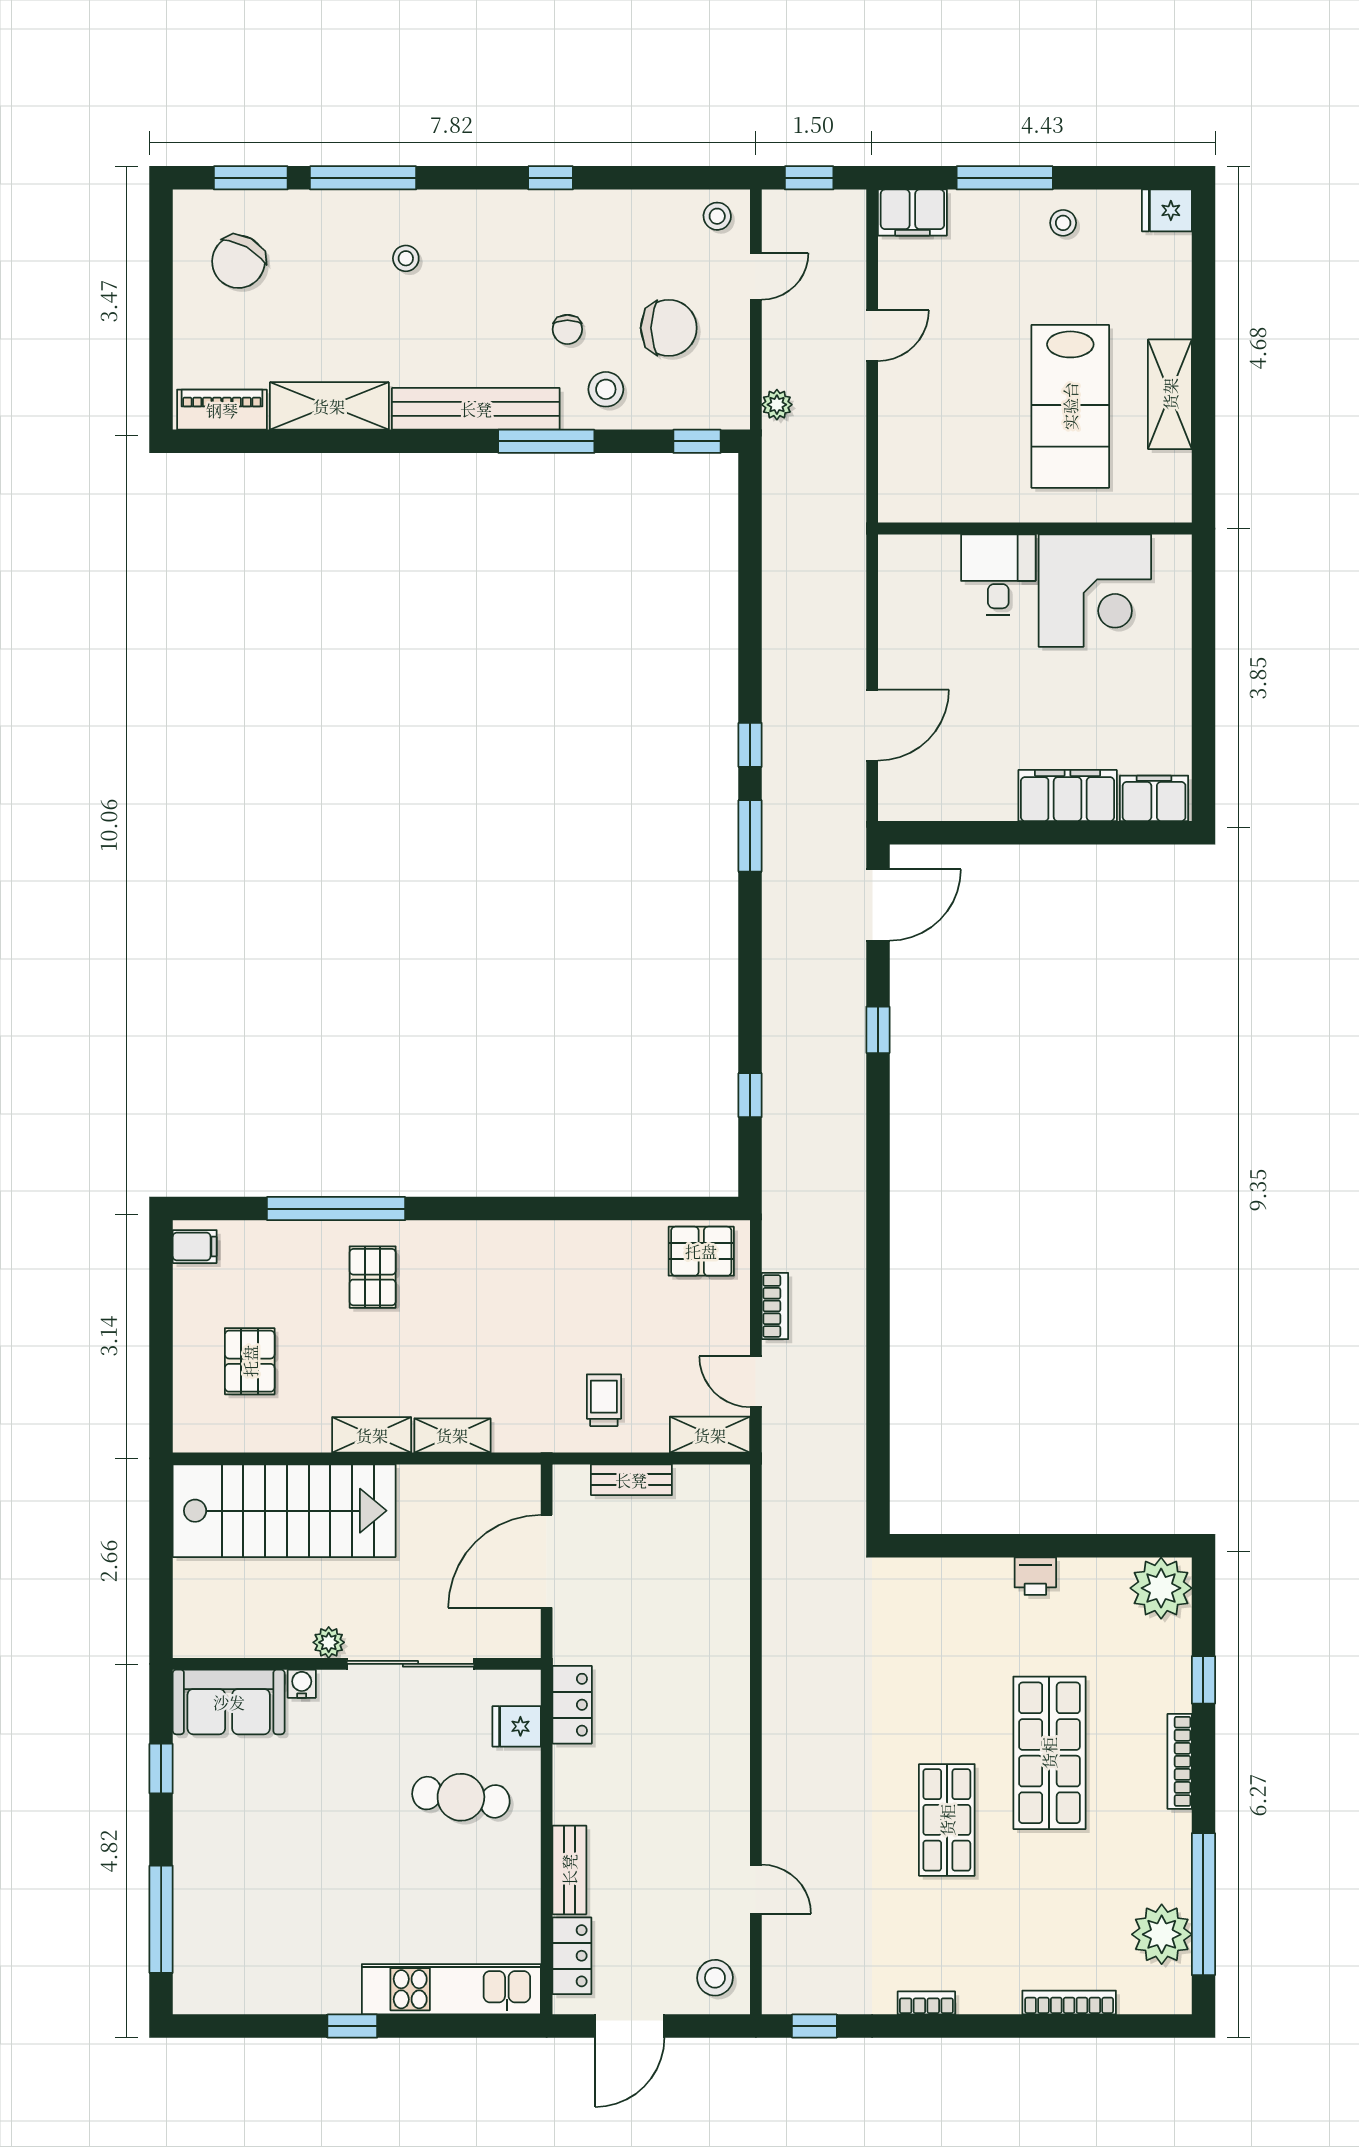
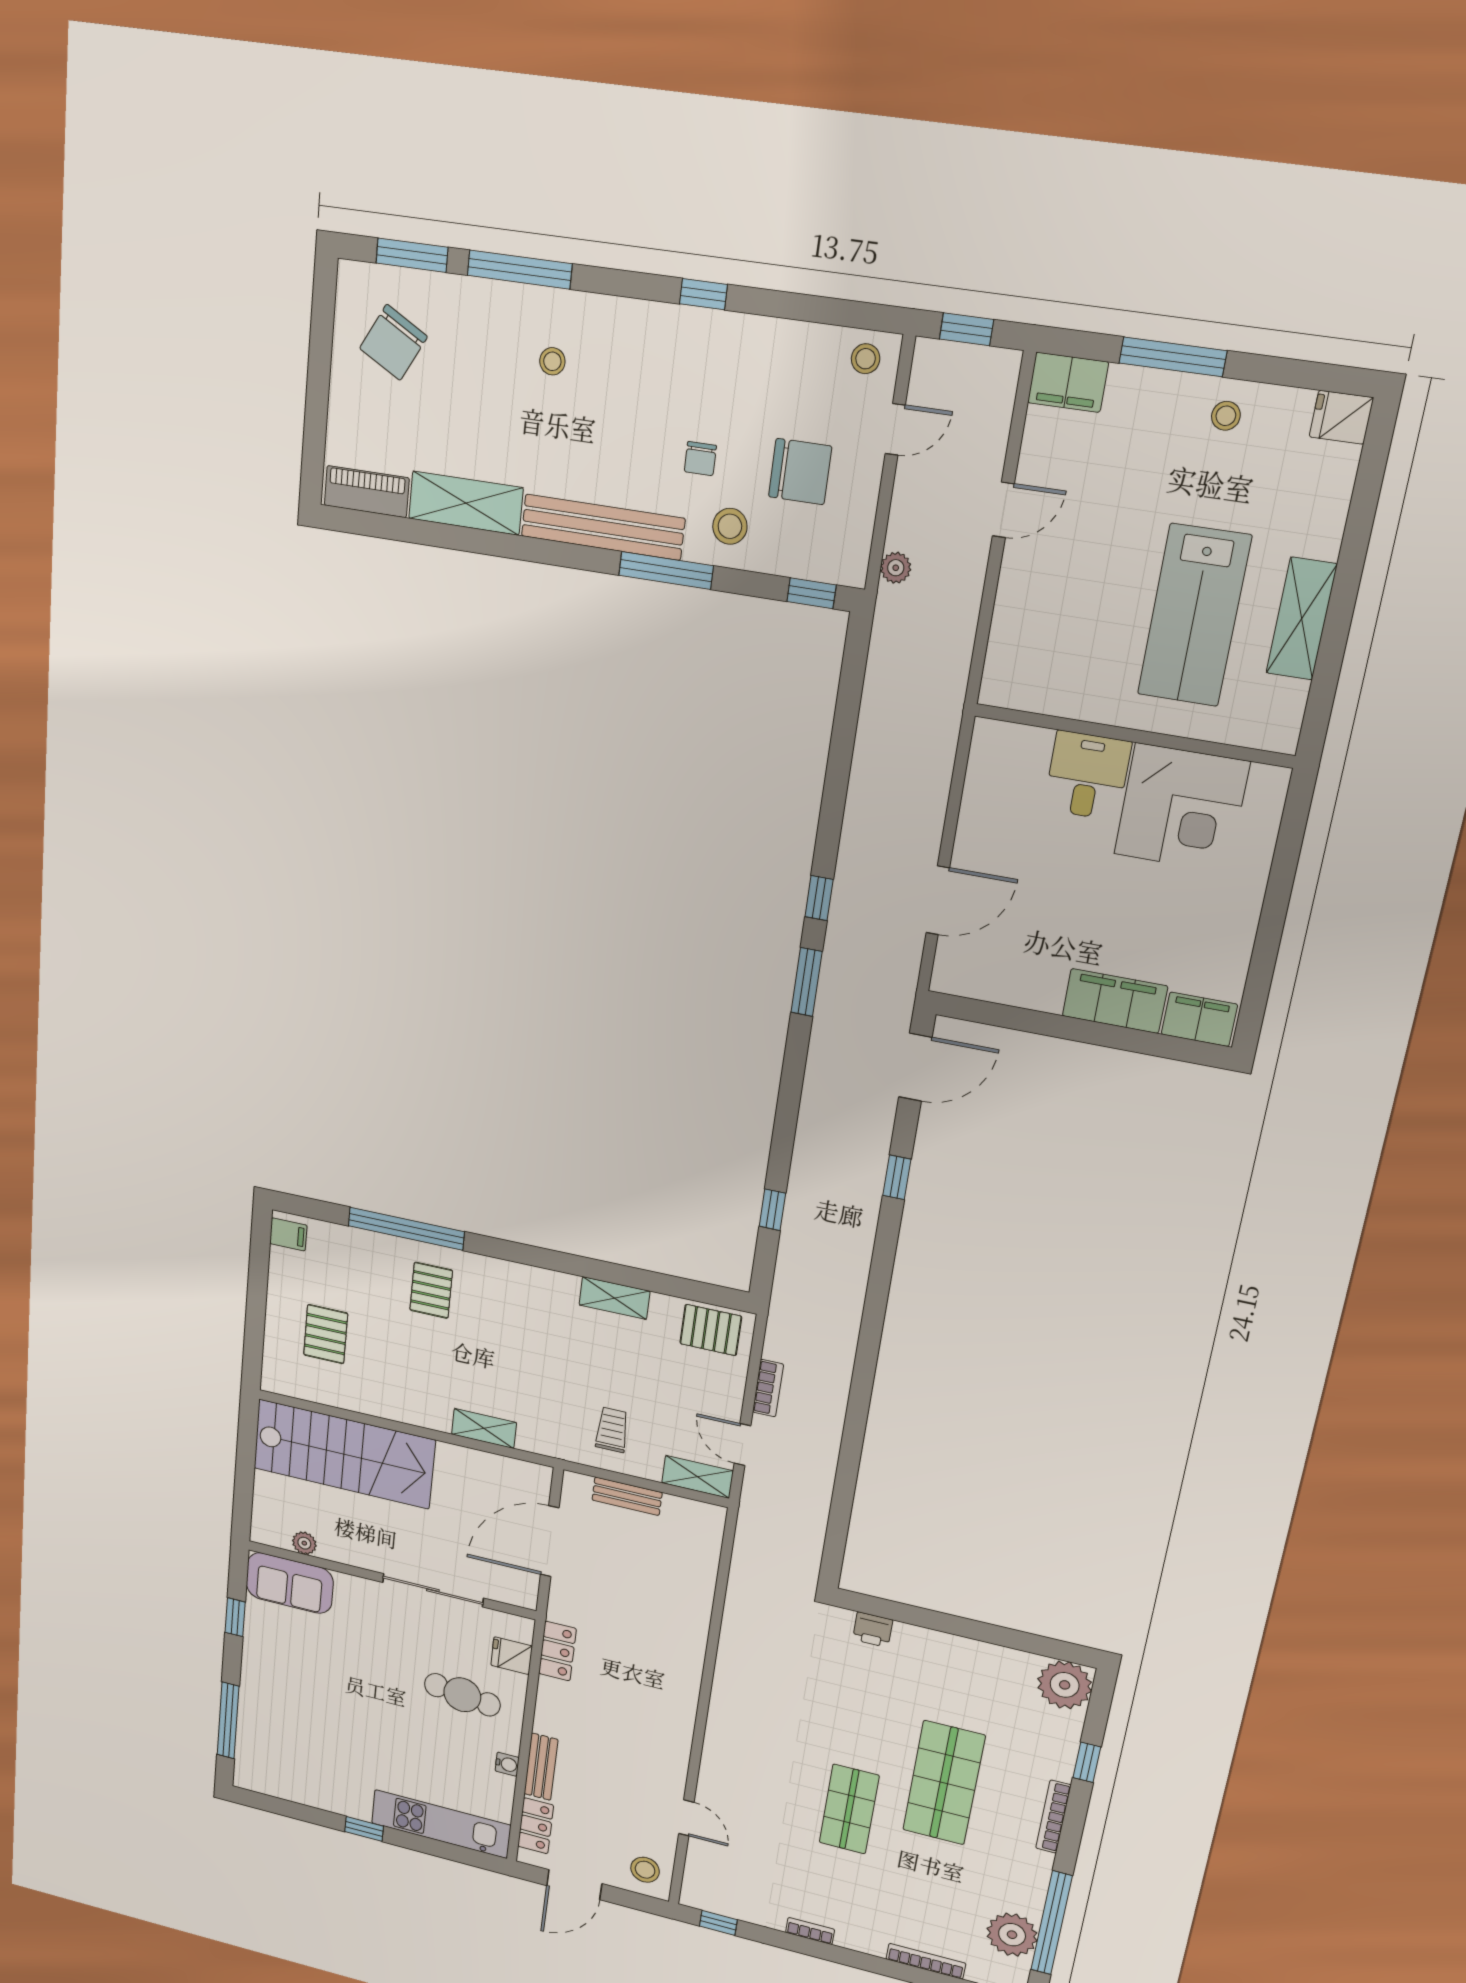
shelving: (372, 1435) -> (614, 1298), moved
printer: (1035, 1576) -> (873, 1630), moved
plant: (329, 1642) -> (304, 1543), moved
water cooler: (302, 1684) -> (507, 1764), moved, turned 90

